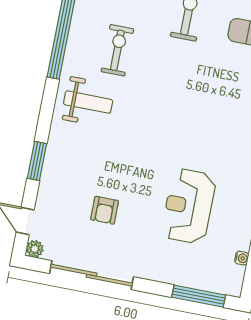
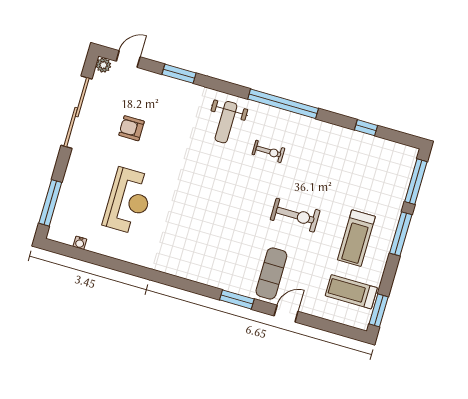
exercise bike: (117, 50) -> (268, 151), width x0.73, depth x0.72
reception desk: (189, 206) -> (129, 201), turned 90

